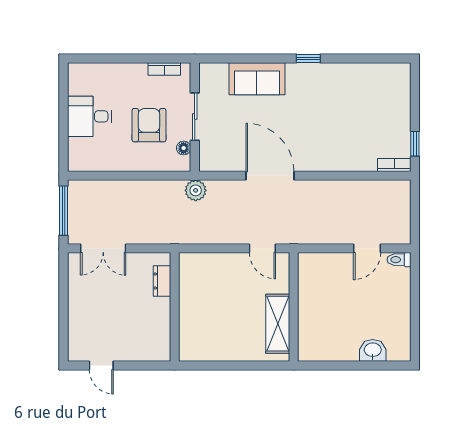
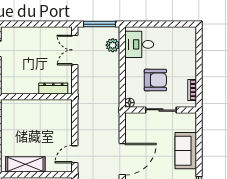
desk: (89, 116) -> (139, 44), moved, turned -90
floor lamp: (184, 148) -> (130, 103), moved
plant: (196, 190) -> (113, 45), moved
dresser: (162, 281) -> (53, 88), width x1.44

